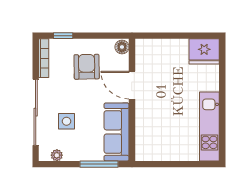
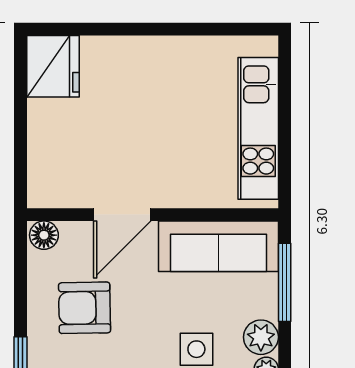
kitchen unit: (209, 126) -> (258, 128), moved, turned 90
plant: (72, 153) -> (261, 337), added

